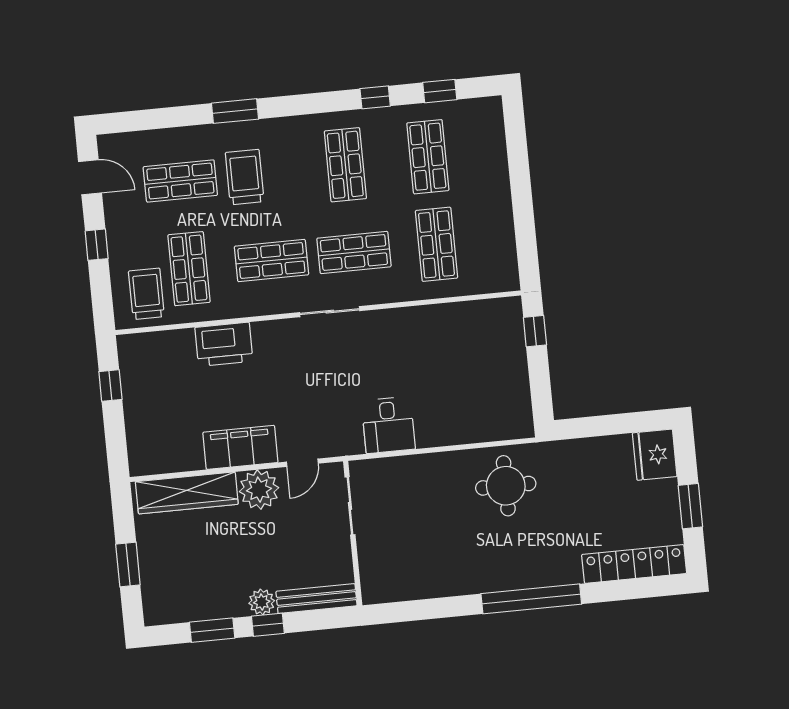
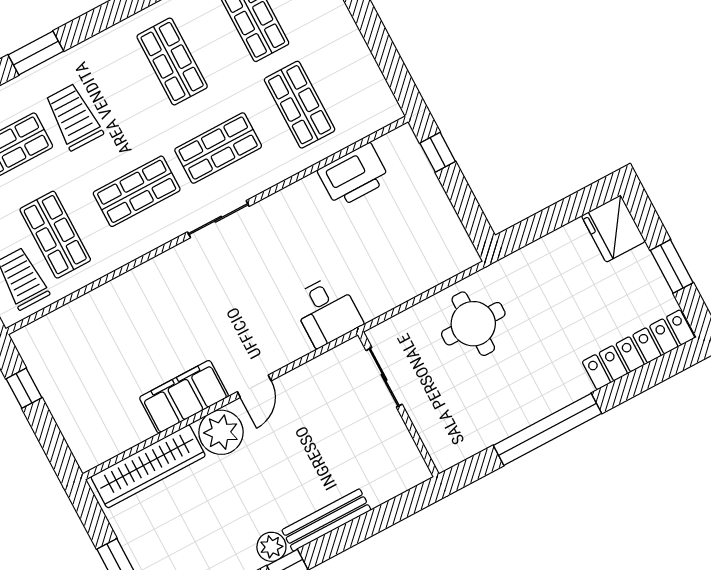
printer: (224, 344) -> (354, 175), moved
sliding door: (350, 506) -> (384, 377), moved
wall: (353, 533) -> (398, 404), moved

